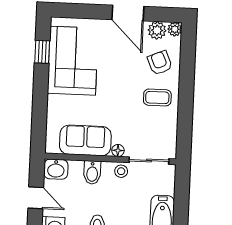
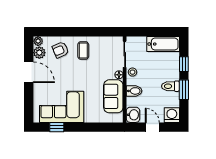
door: (128, 13) -> (29, 72), hinge flipped
door: (36, 198) -> (152, 127), hinge flipped

